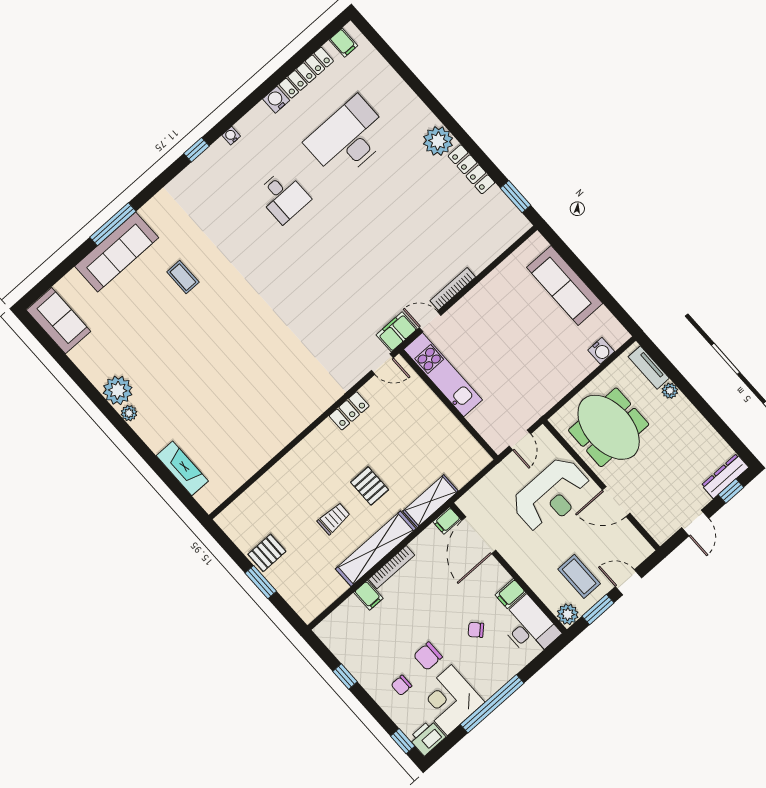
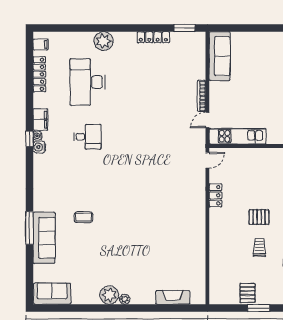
water cooler: (276, 100) -> (39, 147), moved
plant: (438, 141) -> (103, 41), moved
window: (196, 150) -> (30, 139), moved
sofa: (565, 285) -> (220, 56), moved, turned -90
filing cabinet: (397, 332) -> (40, 120), moved, turned 180

